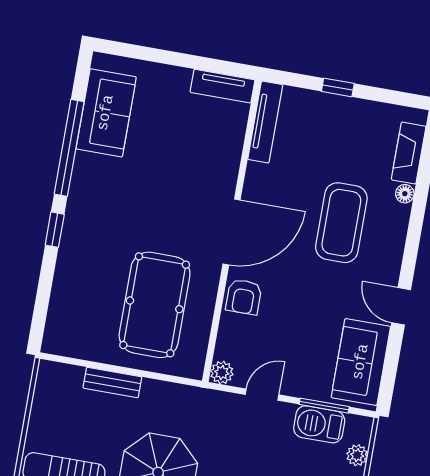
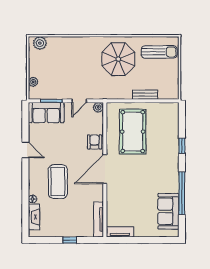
window: (55, 230) -> (182, 146), moved
sofa: (361, 362) -> (46, 113), moved, turned 90
barbecue: (319, 424) -> (52, 92), removed

